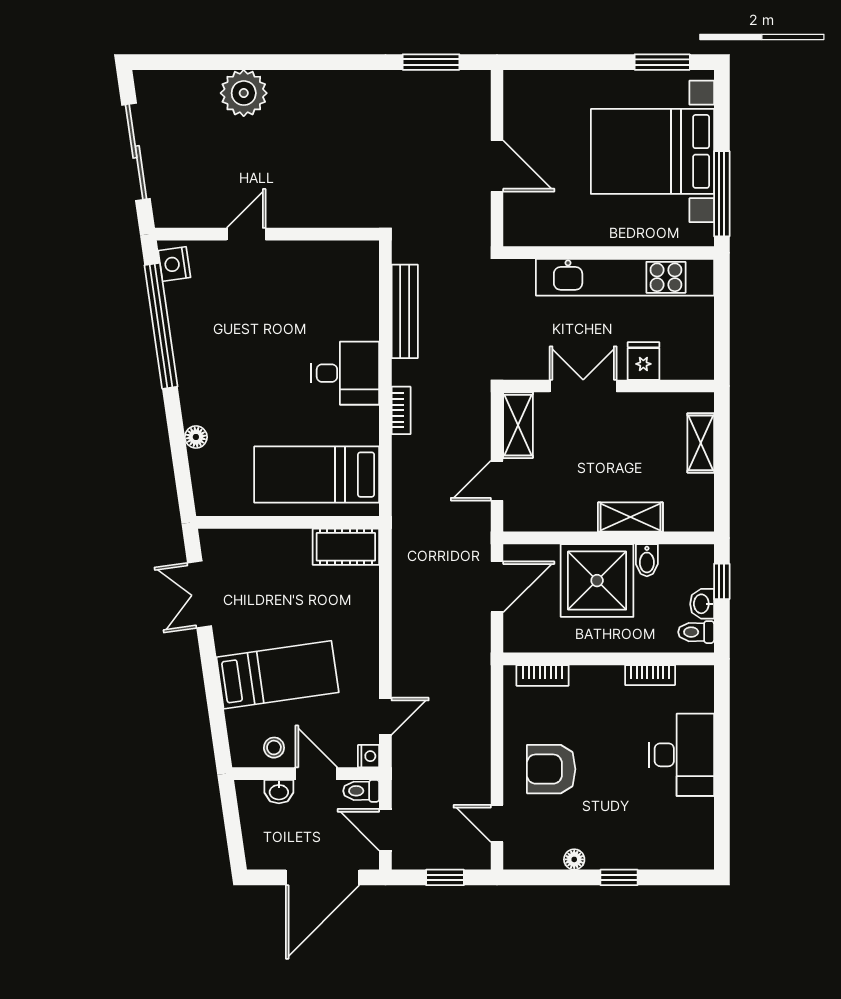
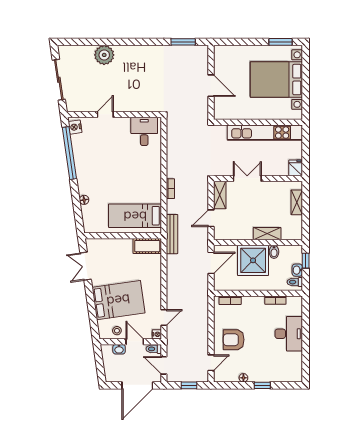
window: (722, 194) -> (306, 97), removed
bench: (405, 311) -> (172, 234), moved
fridge: (643, 361) -> (296, 168), moved
desk: (345, 373) -> (144, 131), moved, turned -90
bed: (278, 675) -> (118, 300), width x1.50
door: (497, 824) -> (211, 363), swing flipped

